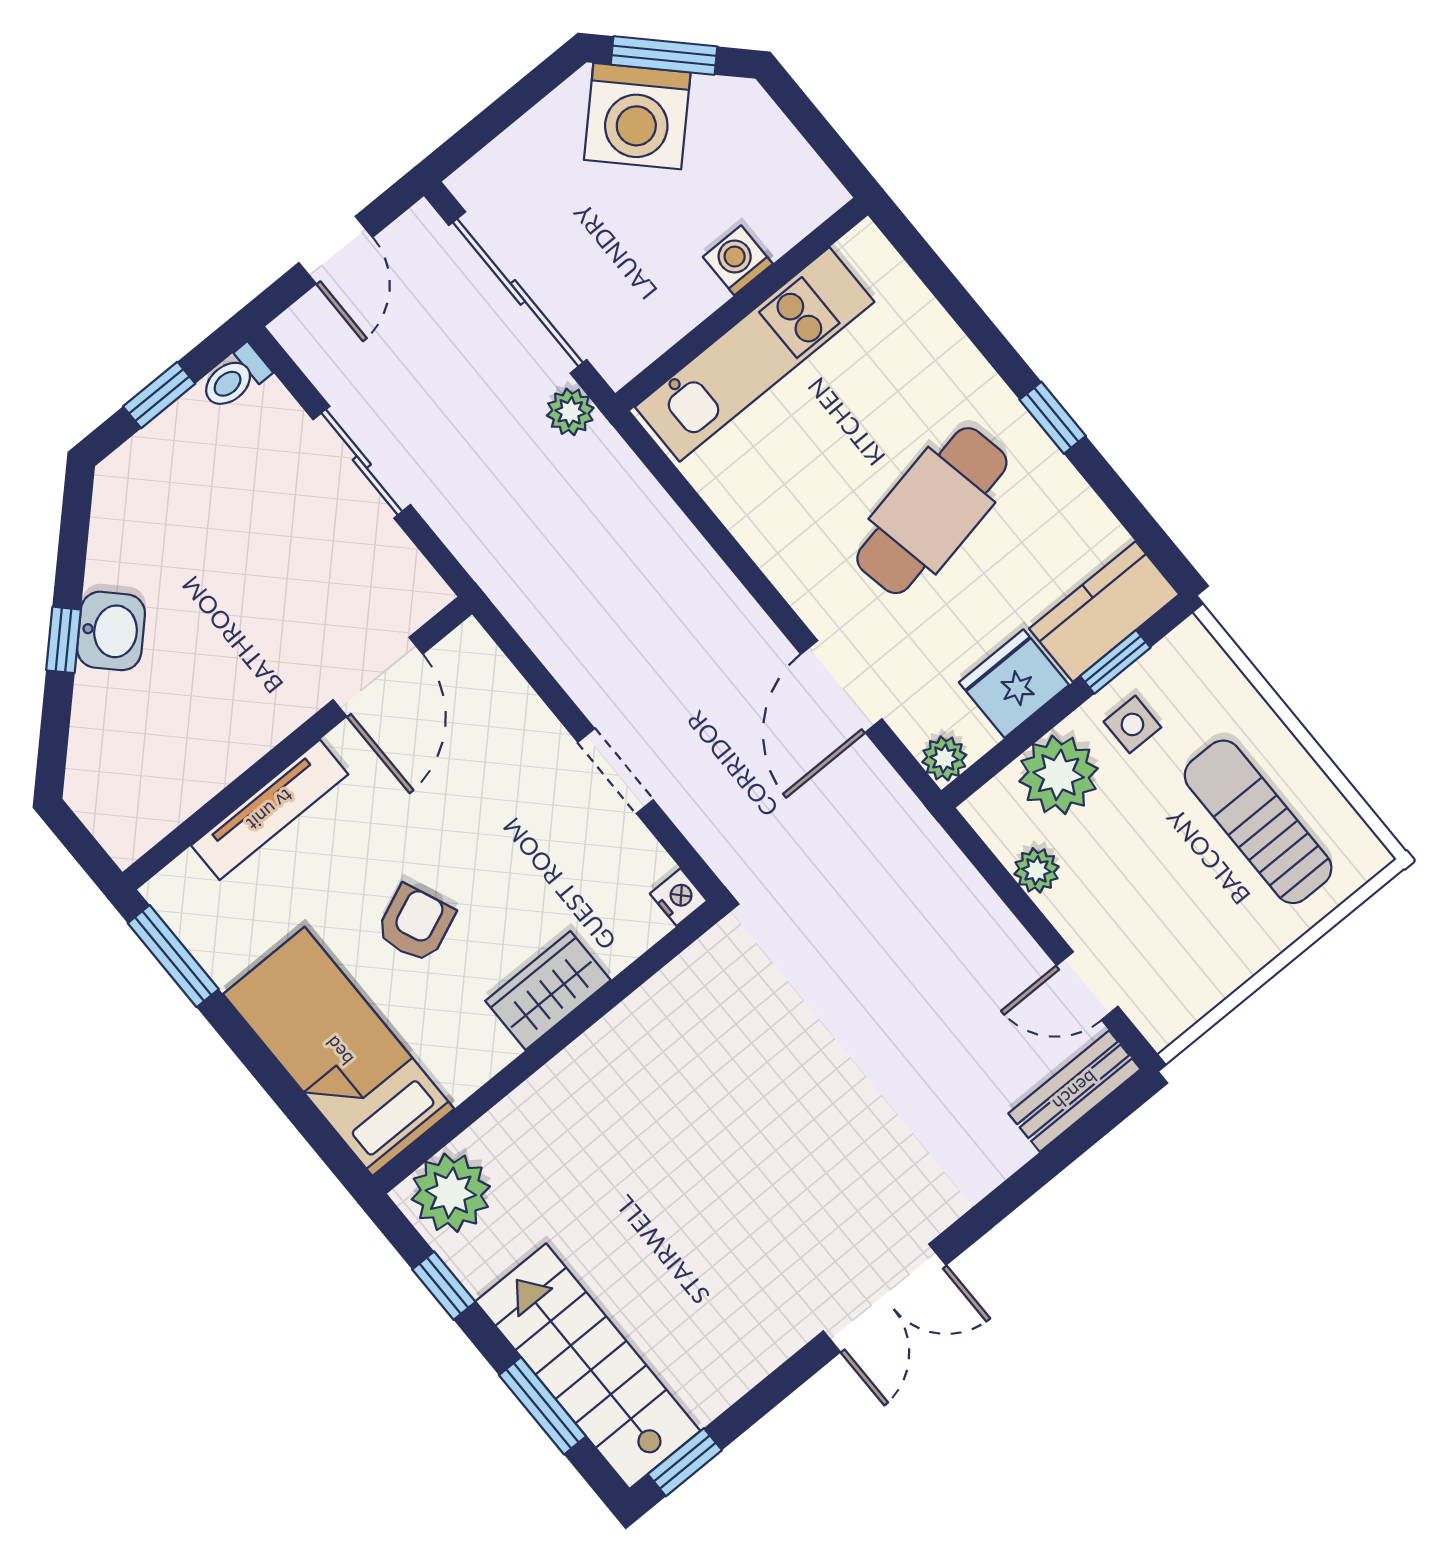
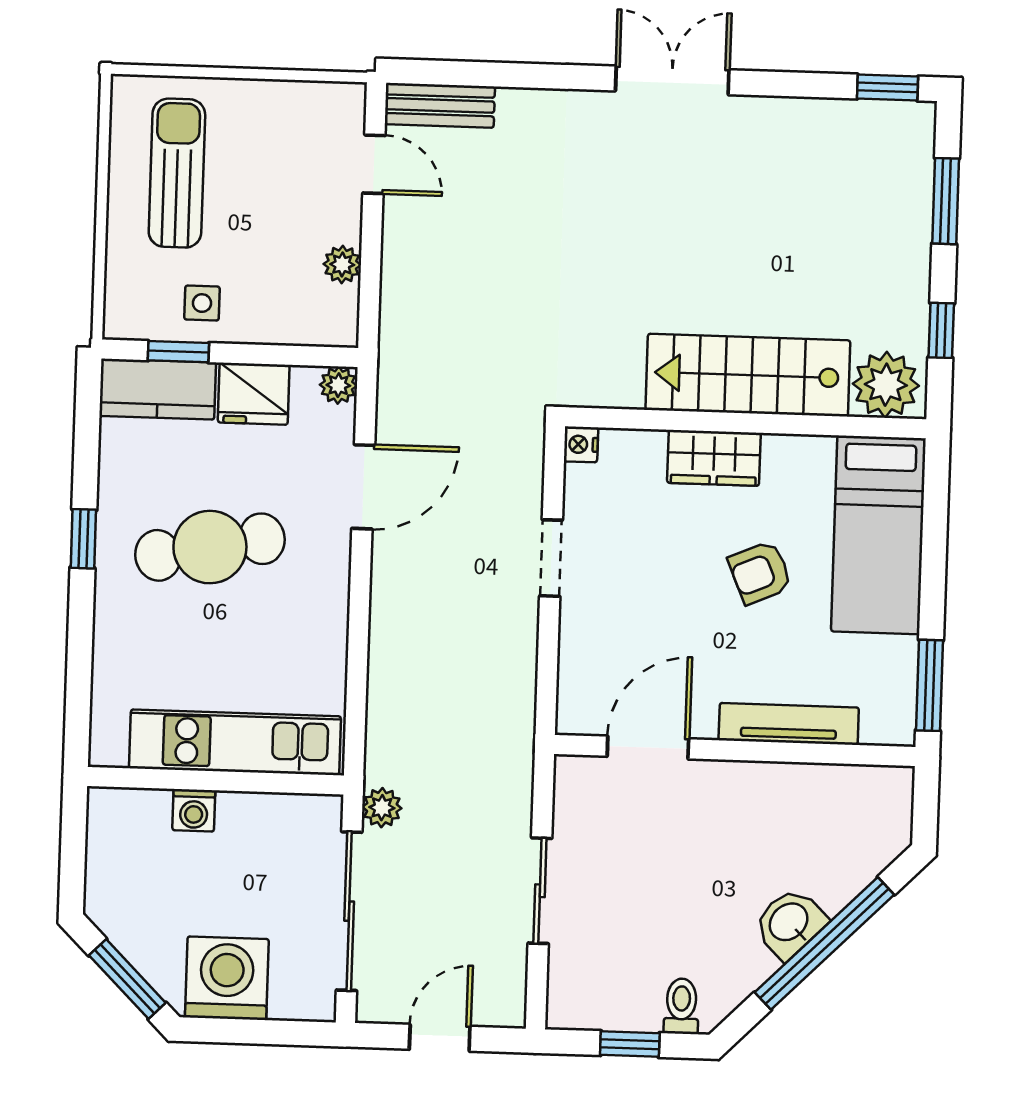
washing machine: (637, 116) -> (227, 978), moved, turned -45
toilet: (235, 378) -> (681, 1006), moved, turned -90
window: (63, 640) -> (824, 943), width x3.17
plant: (1059, 775) -> (276, 312), removed
sun lounger: (1258, 822) -> (177, 173), turned 180
stairs: (588, 1366) -> (748, 375), moved, turned 90

